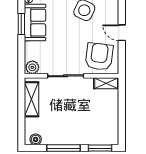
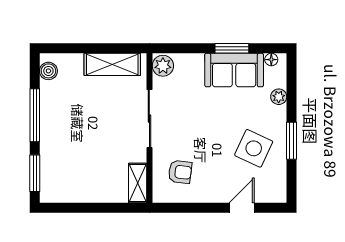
door: (122, 33) -> (242, 208), moved
armchair: (99, 57) -> (180, 172), width x0.53, depth x0.53

